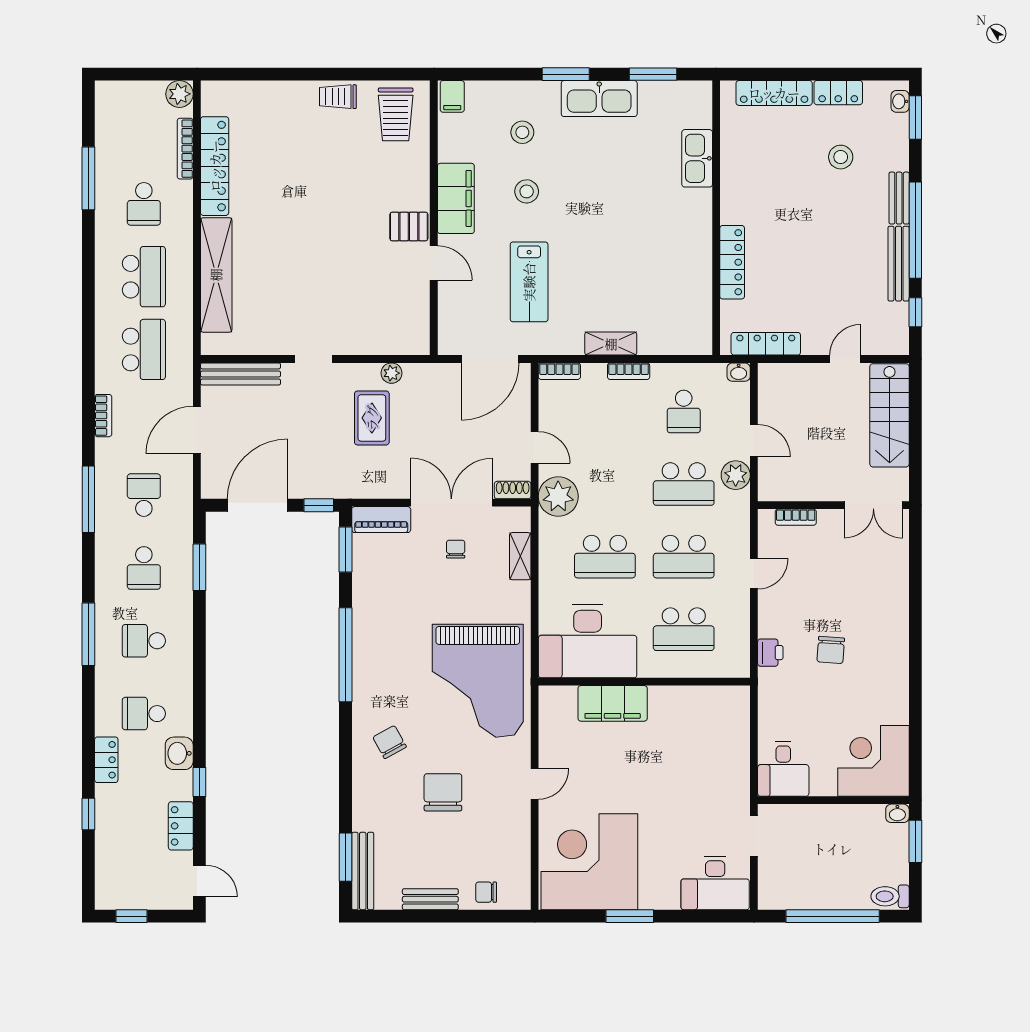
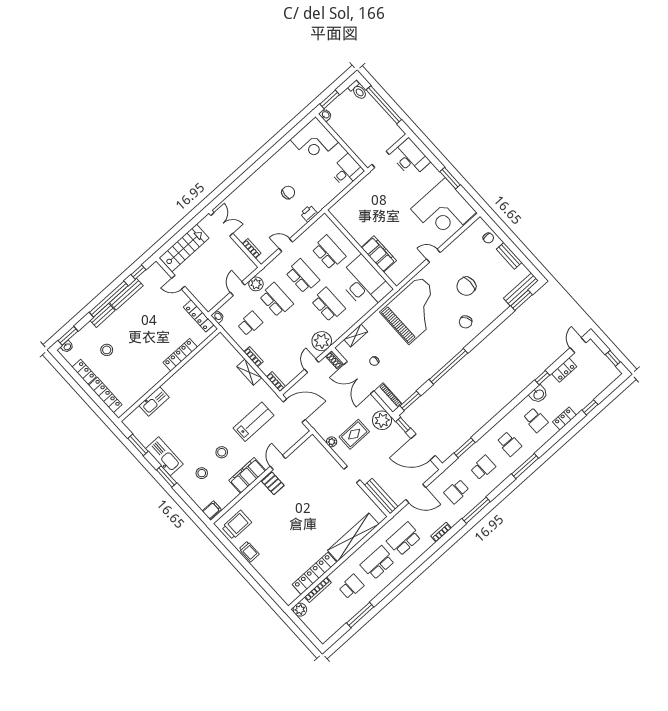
plant: (355, 480) -> (382, 420), added

